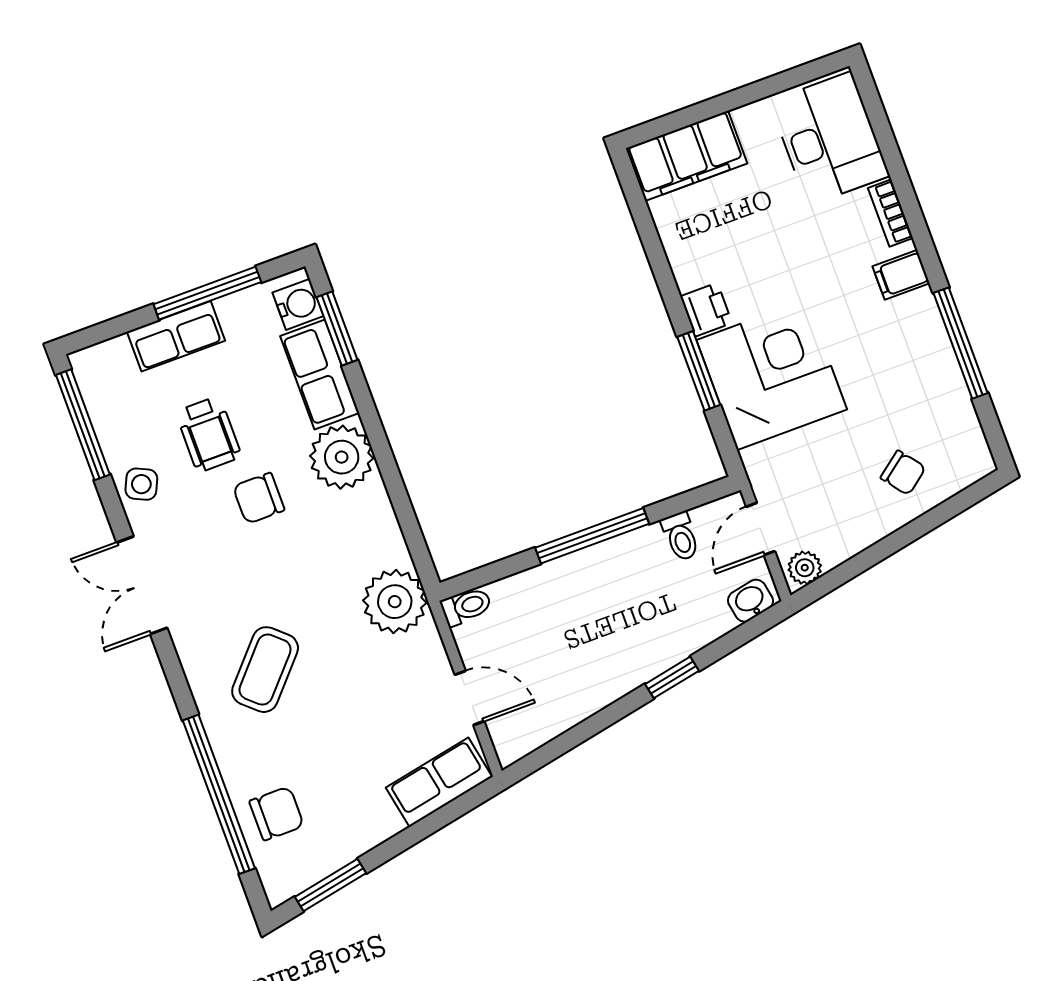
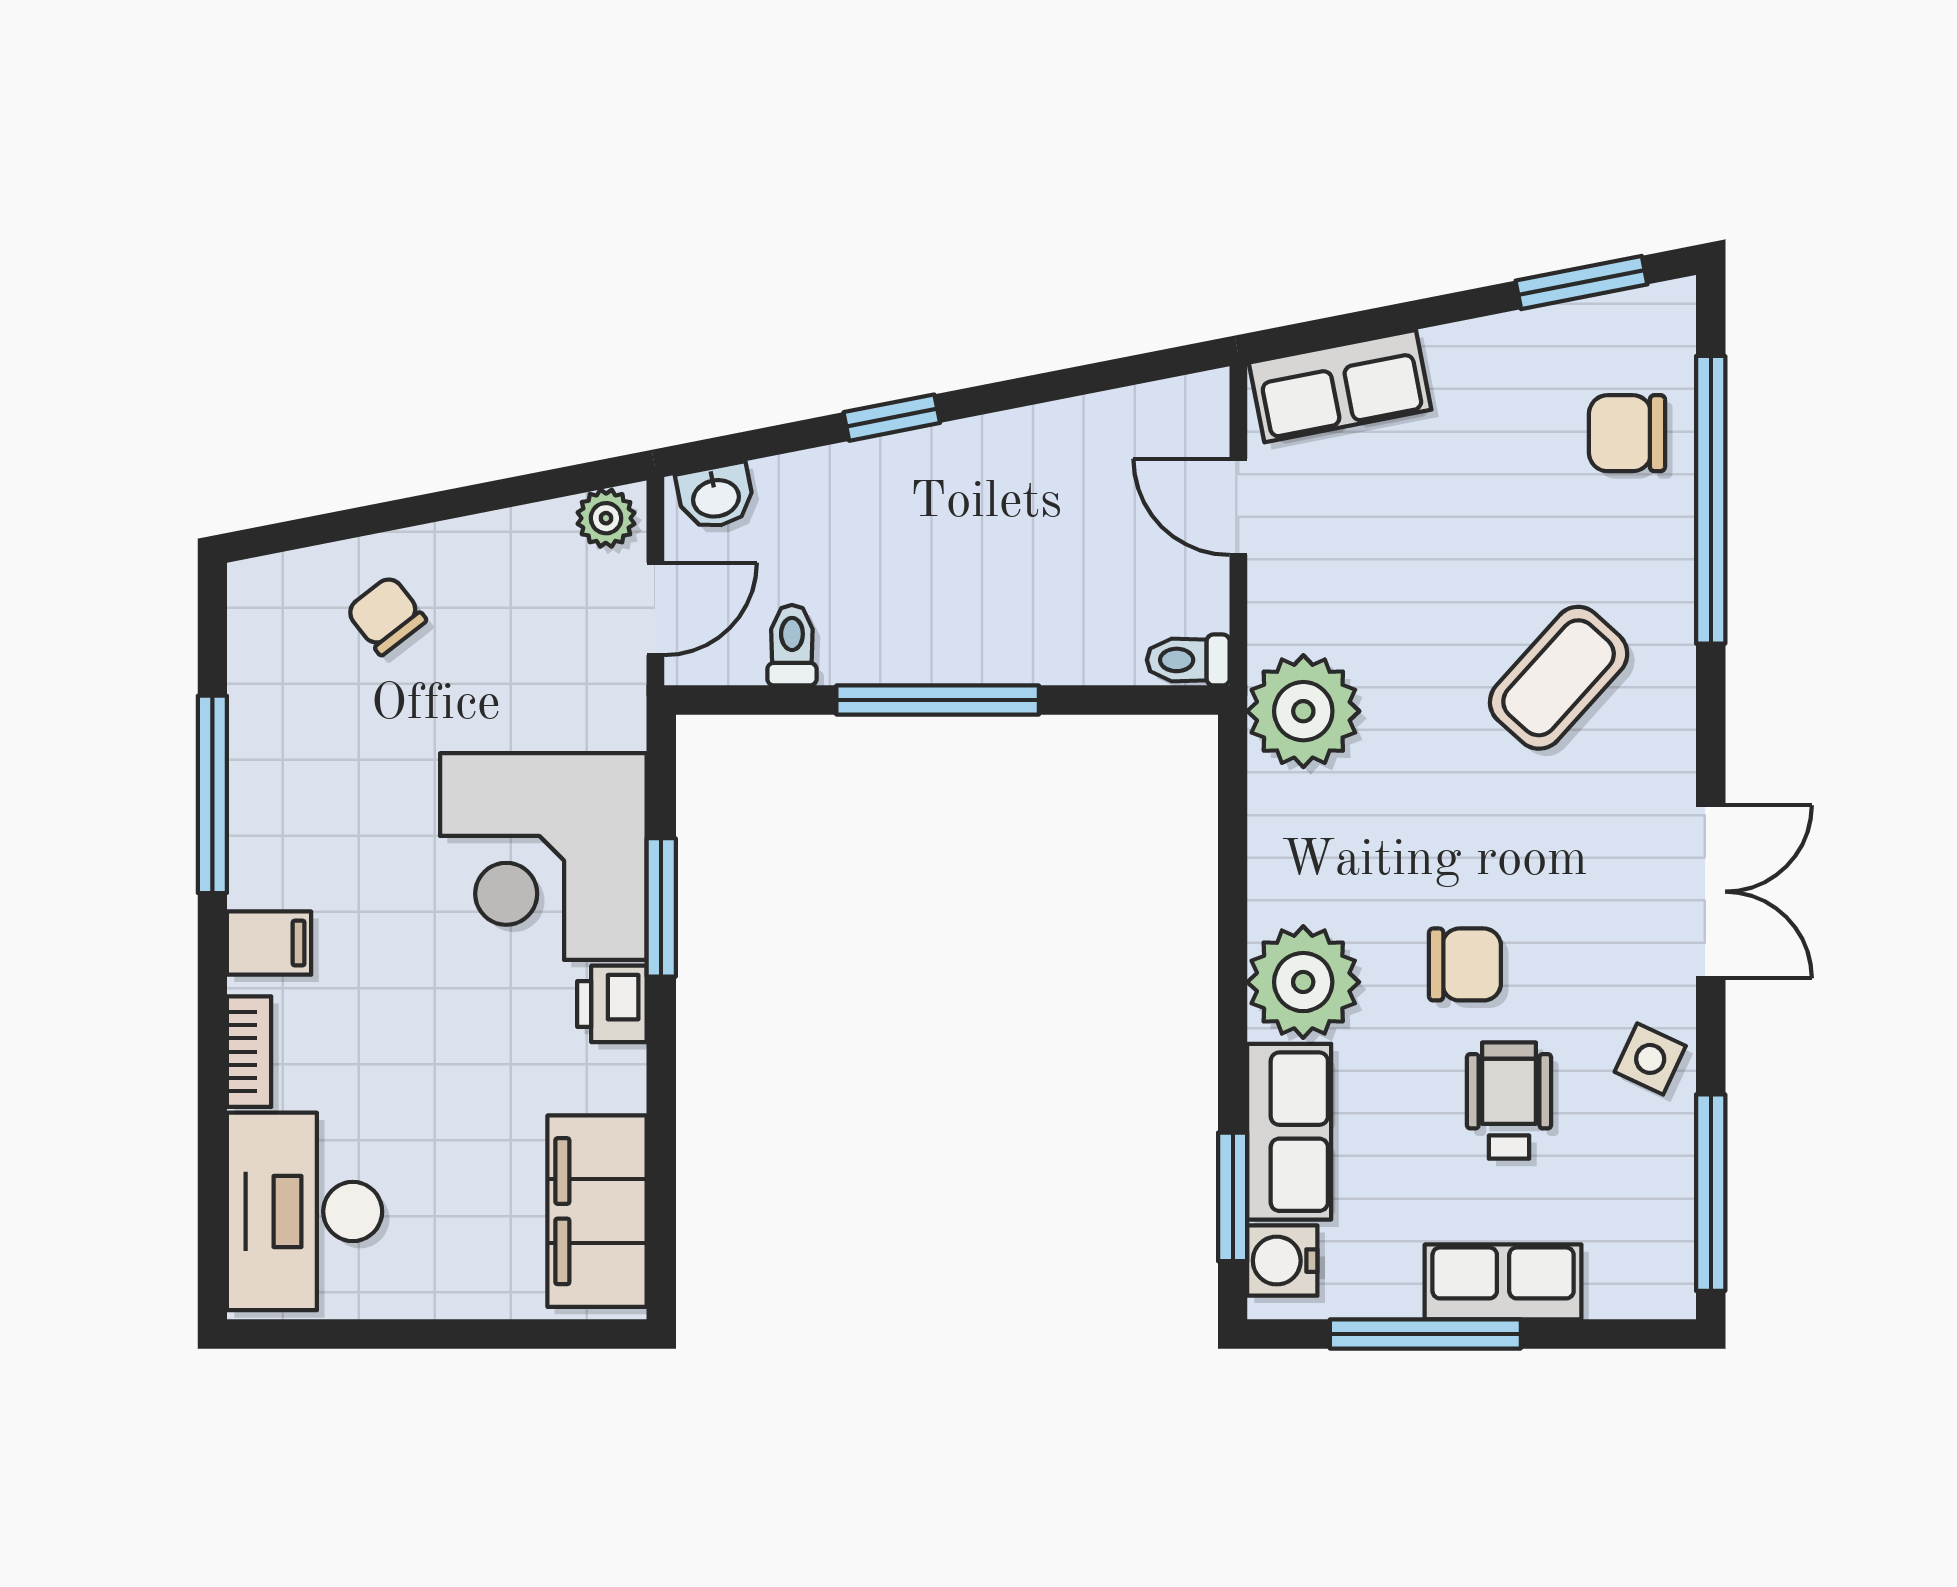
filing cabinet: (687, 156) -> (597, 1211), moved, turned -90

